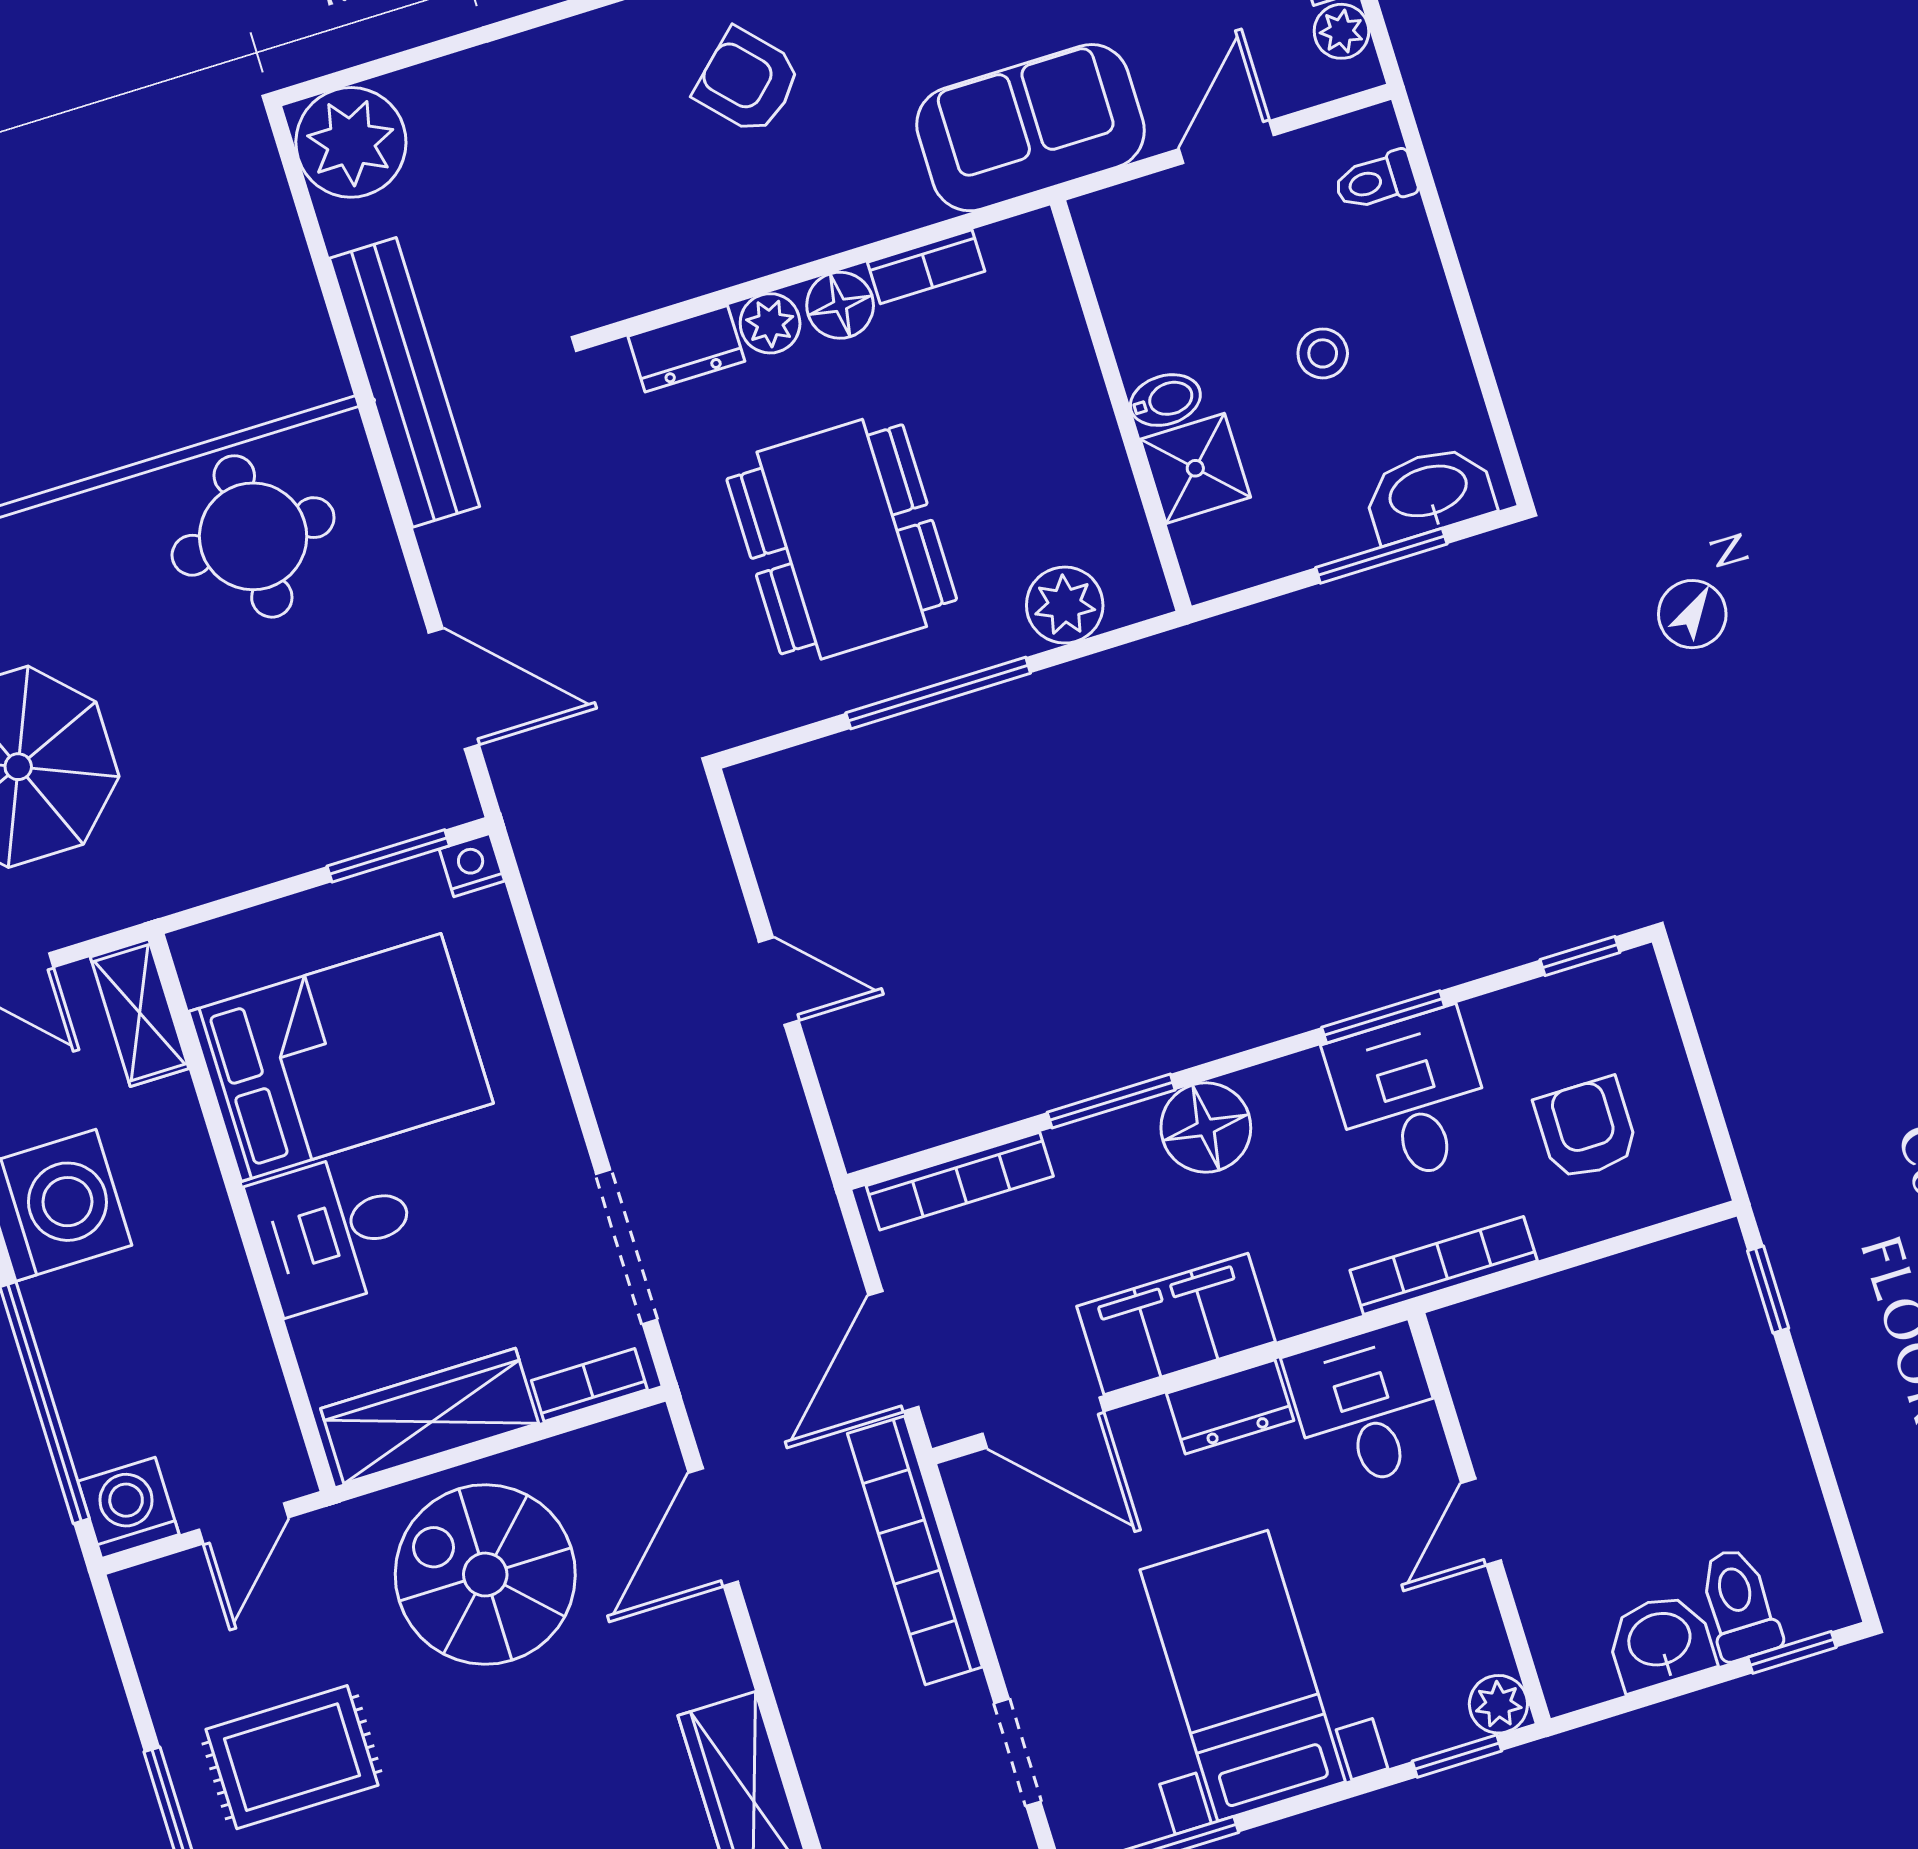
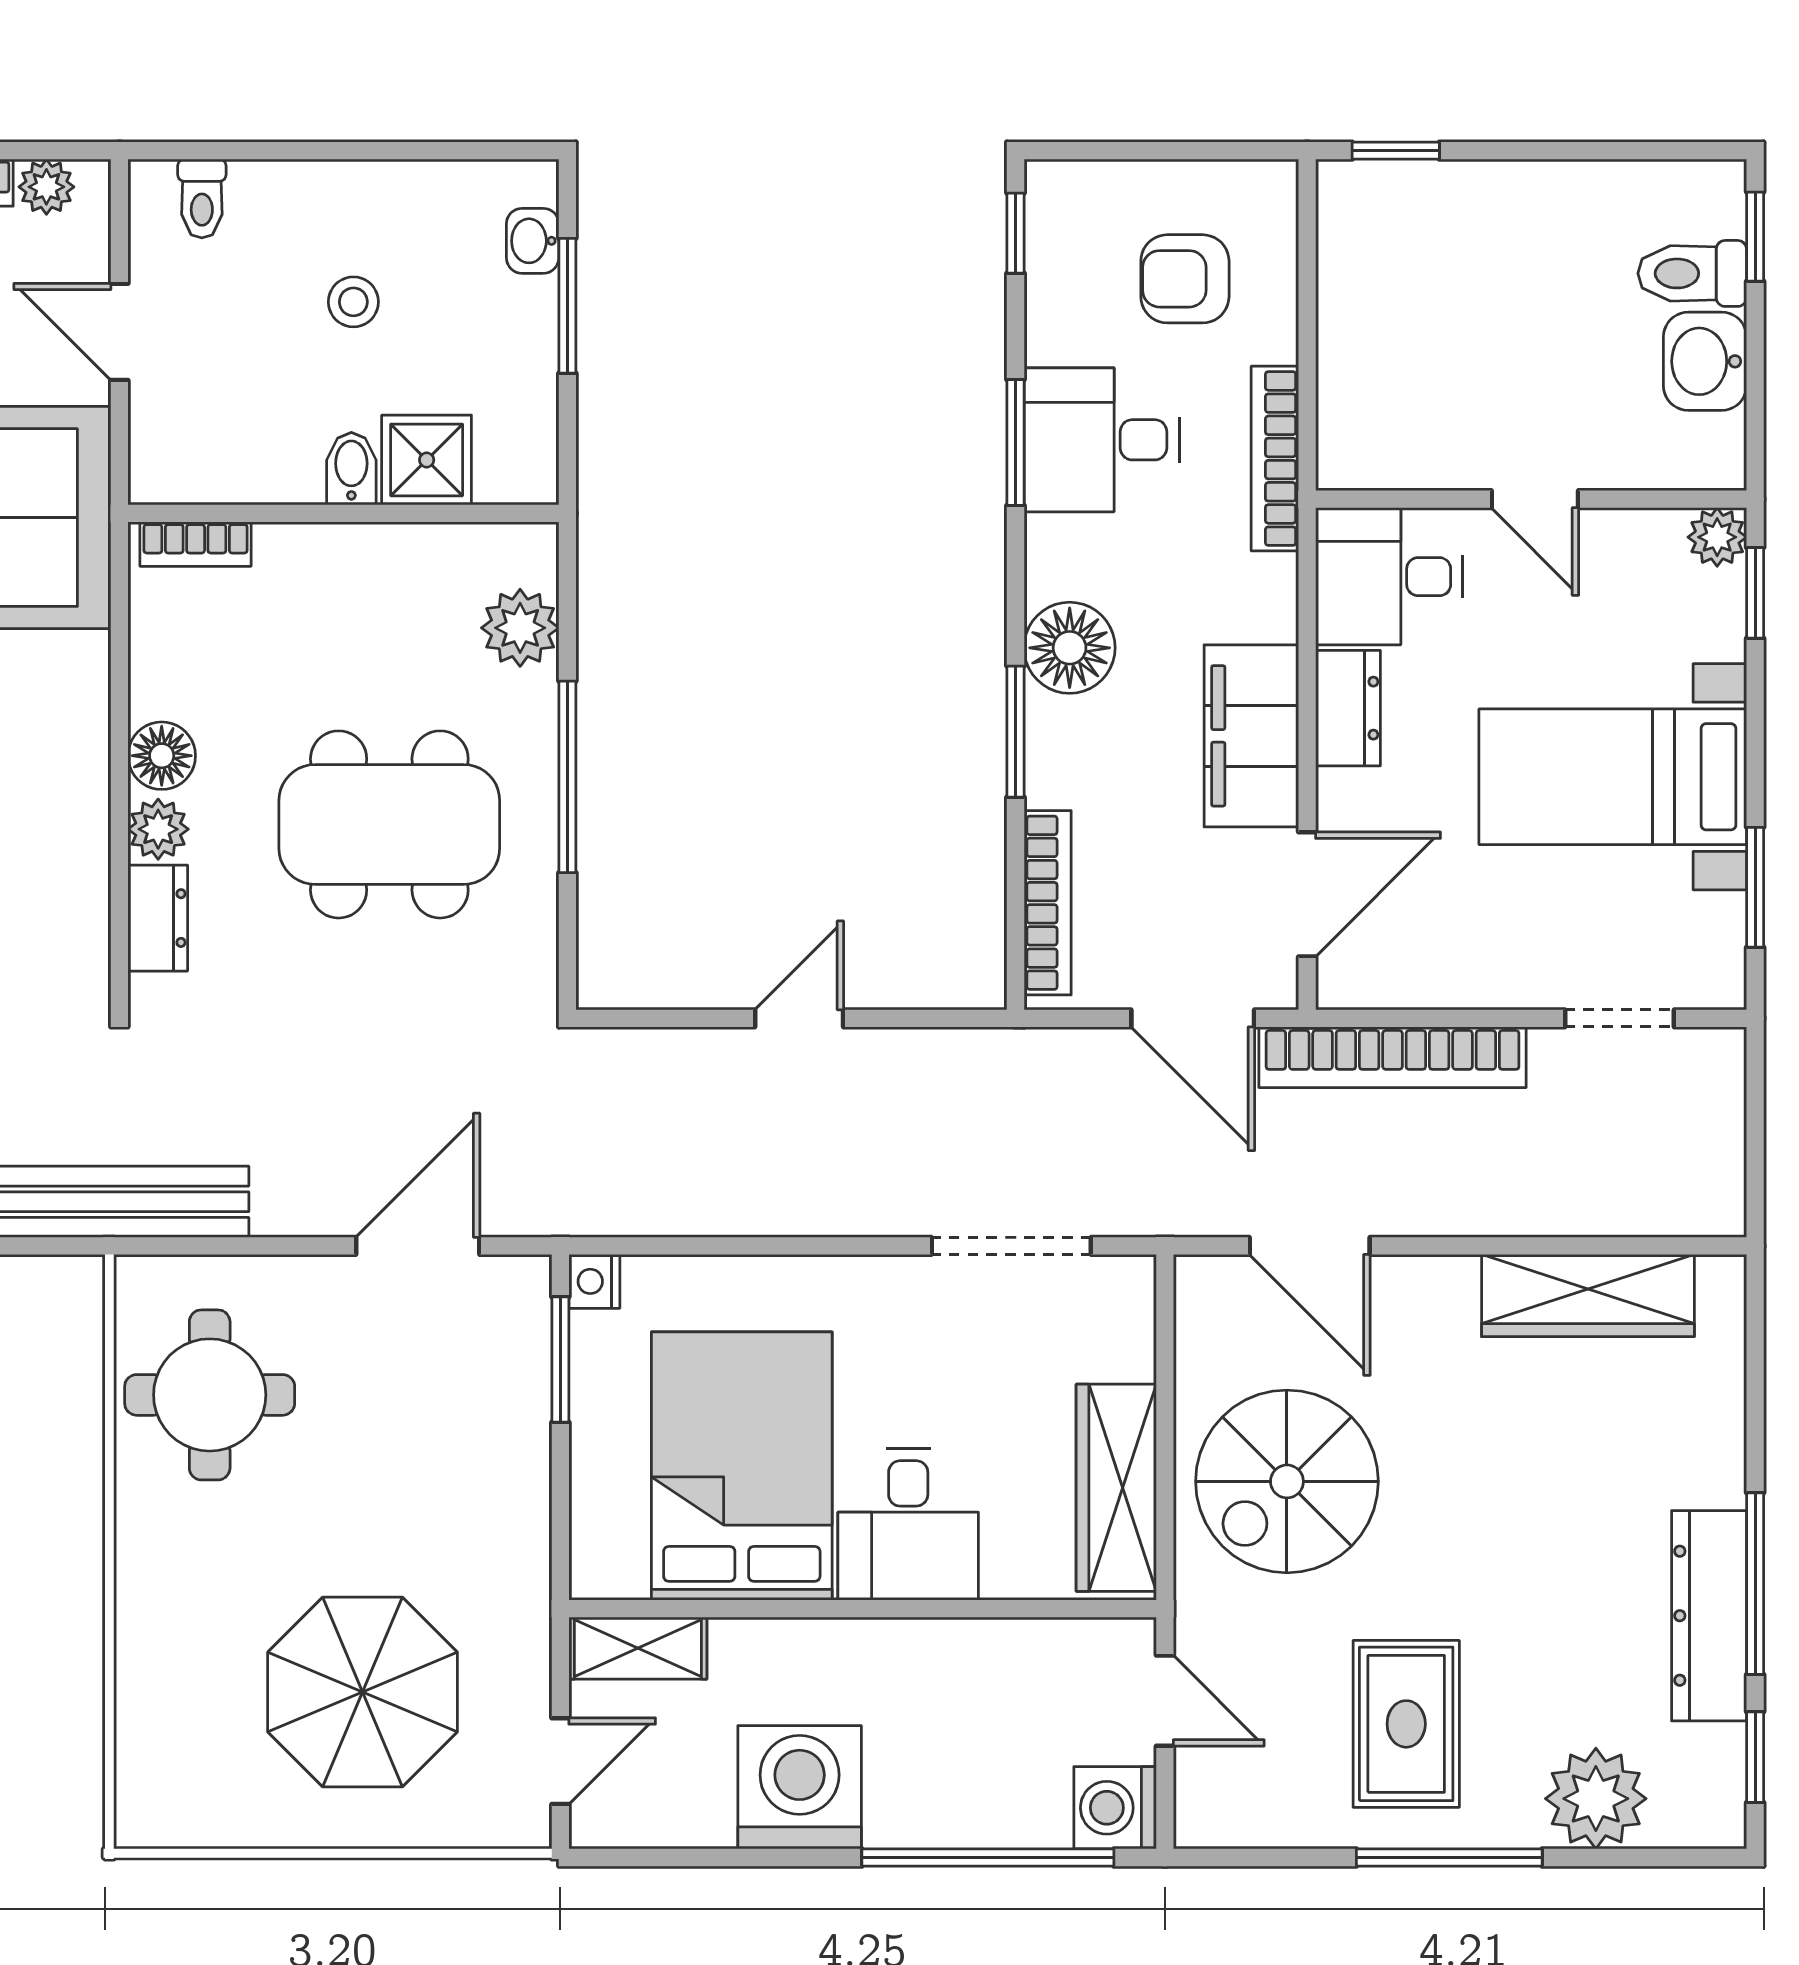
bookcase: (926, 267) -> (196, 544), moved, turned 90
washbasin: (1429, 493) -> (533, 241), width x0.52, depth x0.69
bookcase: (589, 1385) -> (1134, 1324), removed

